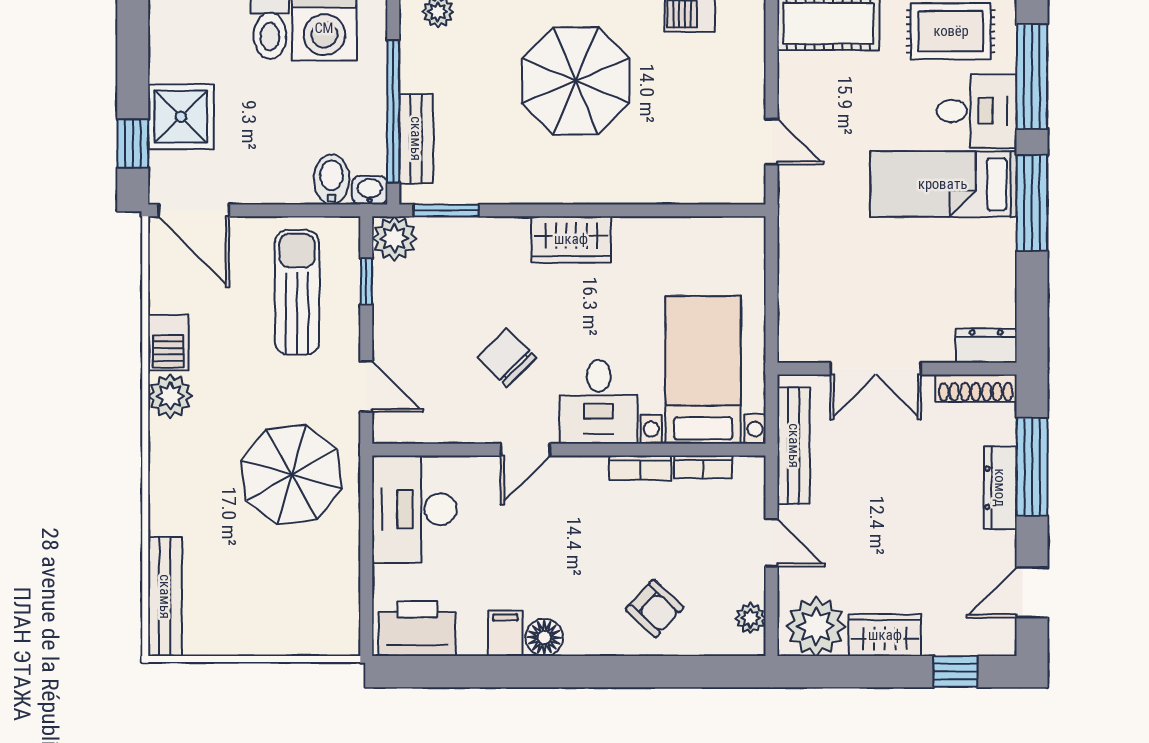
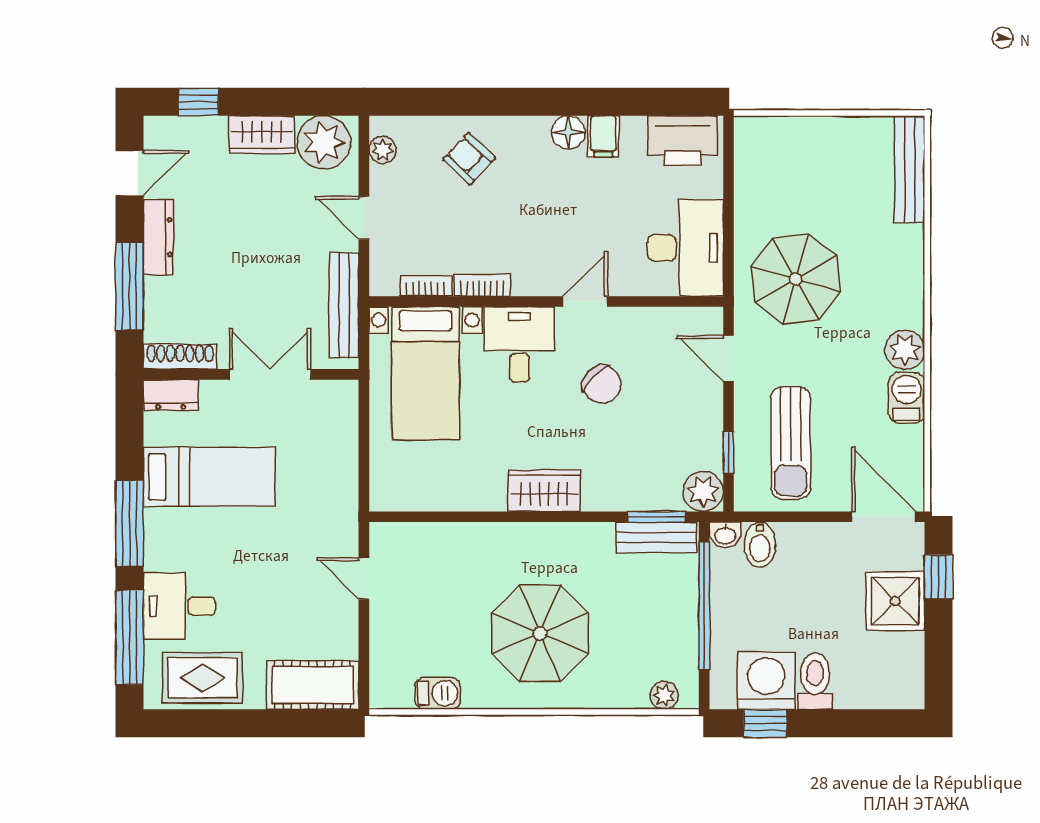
bench: (416, 139) -> (656, 537), moved, turned 90
bed: (943, 184) -> (209, 477), moved
dresser: (1000, 488) -> (158, 237), moved

